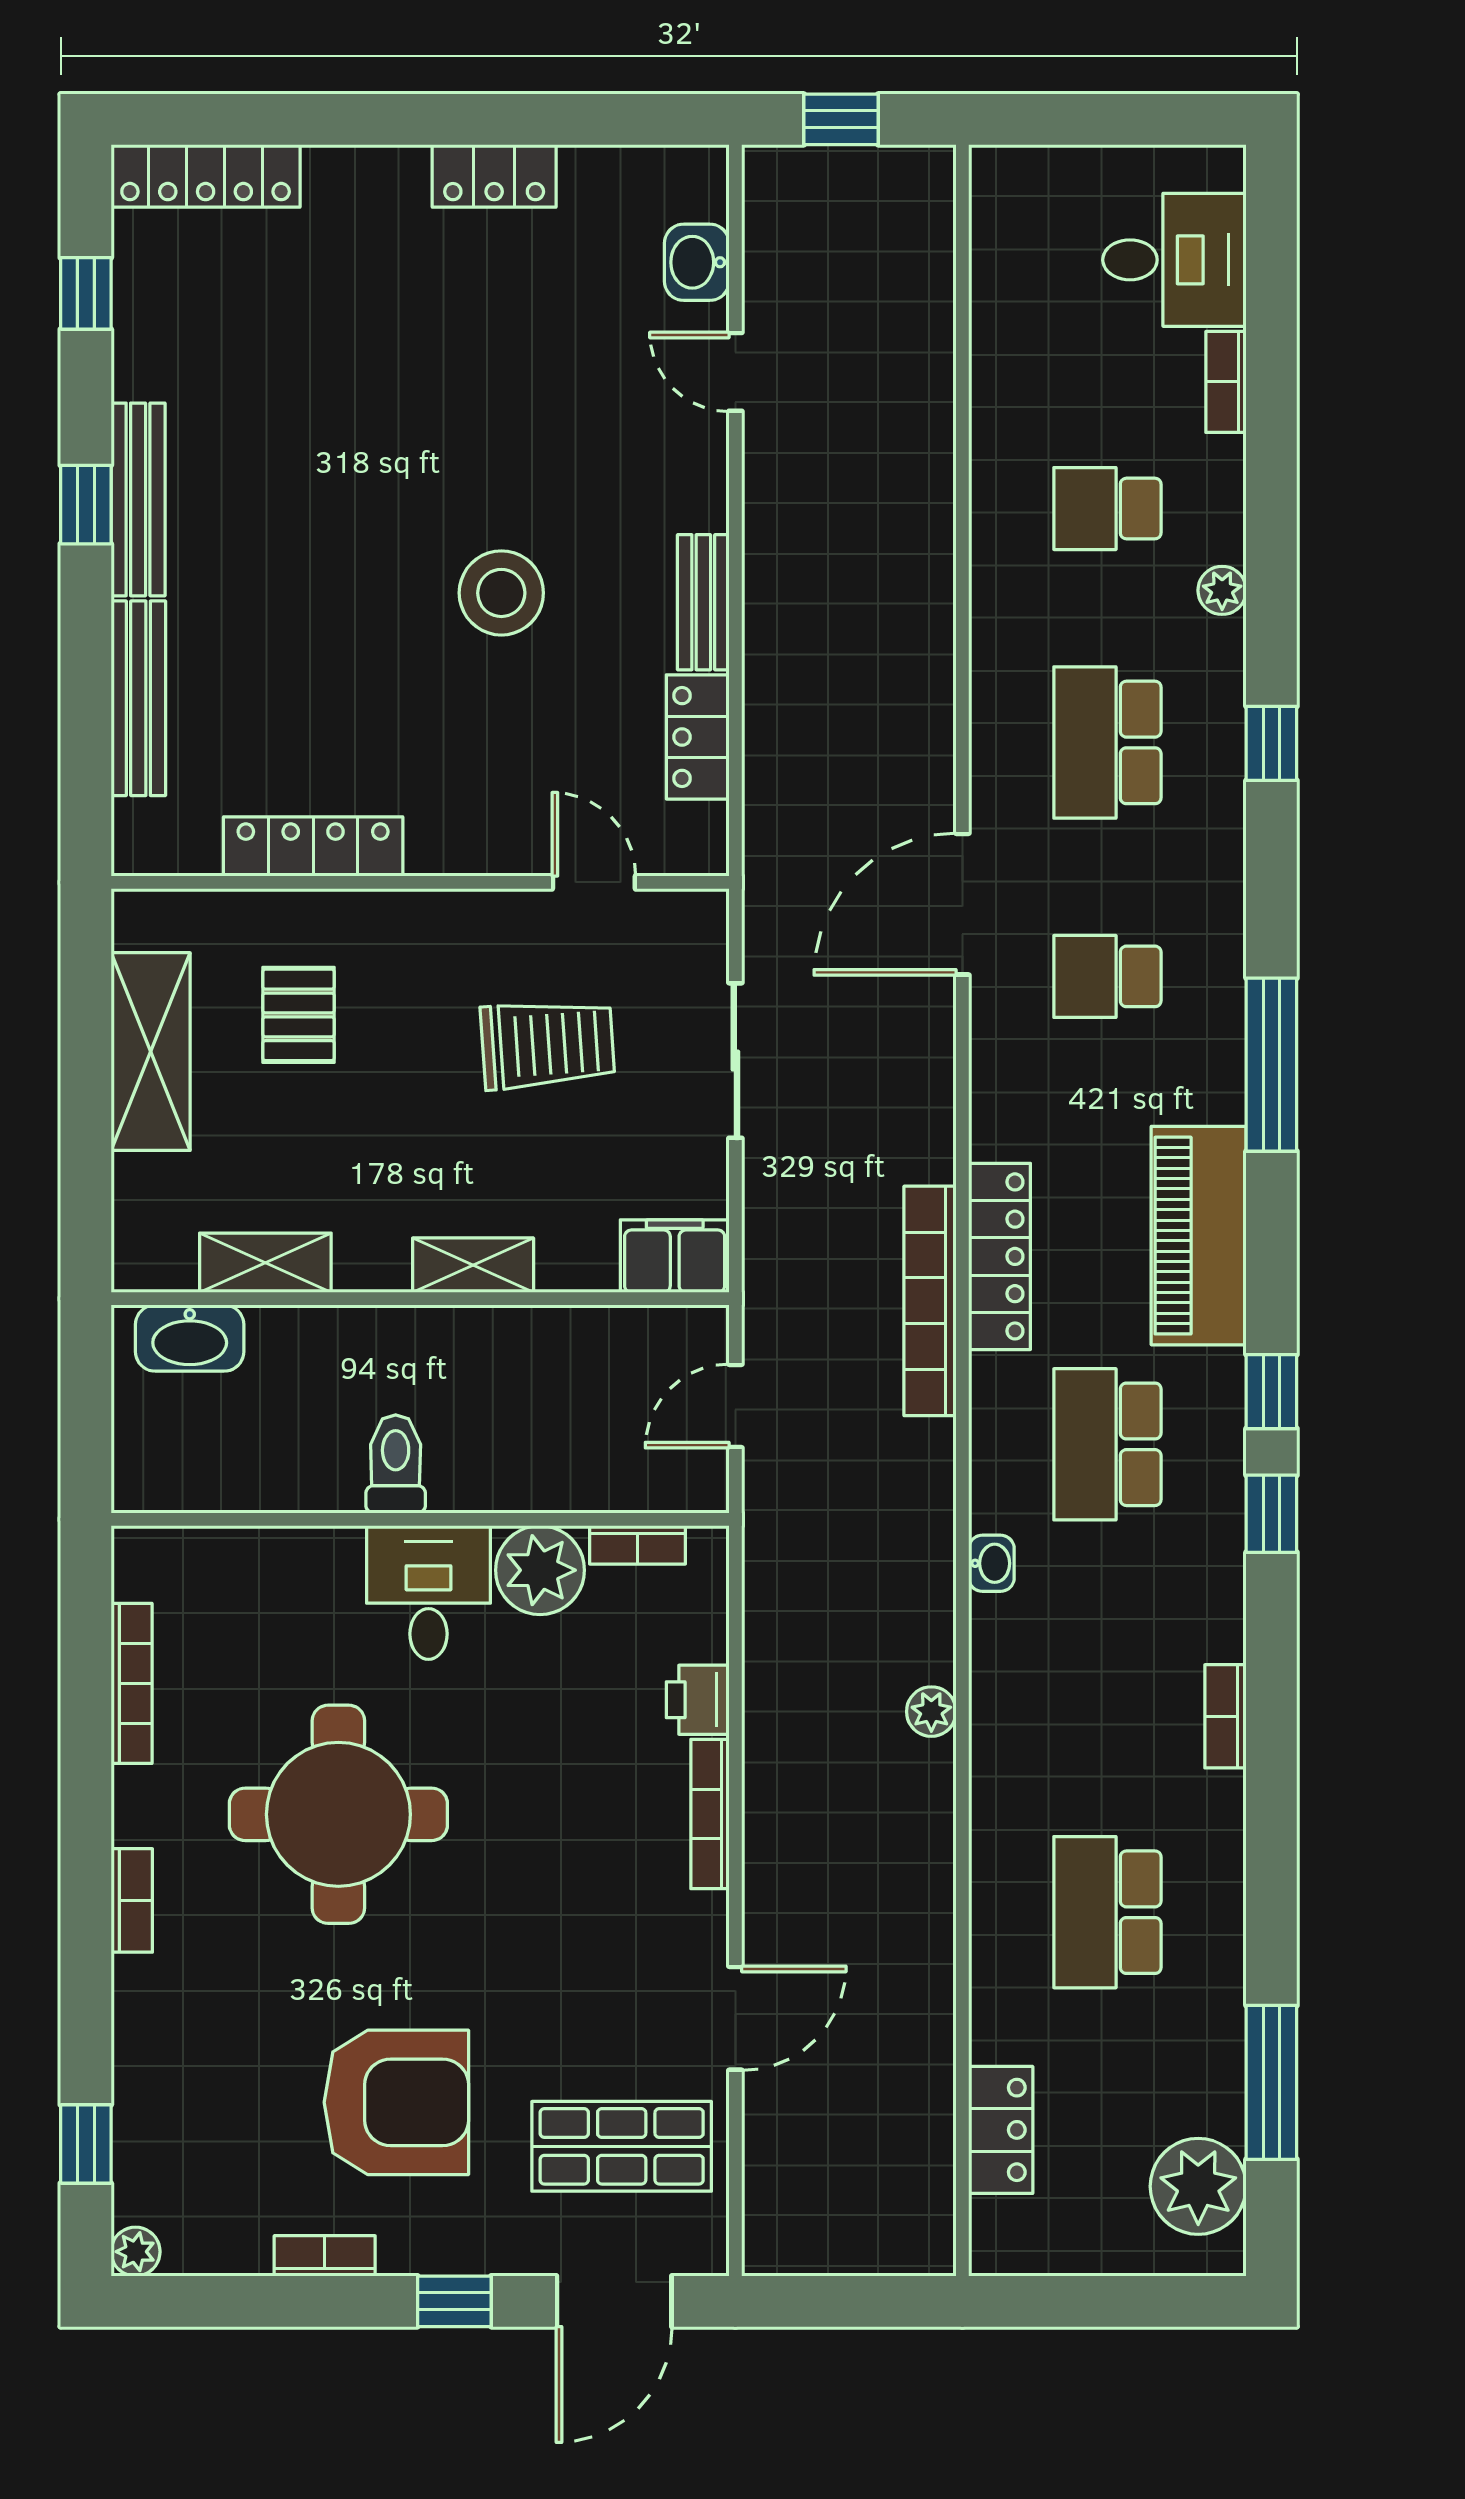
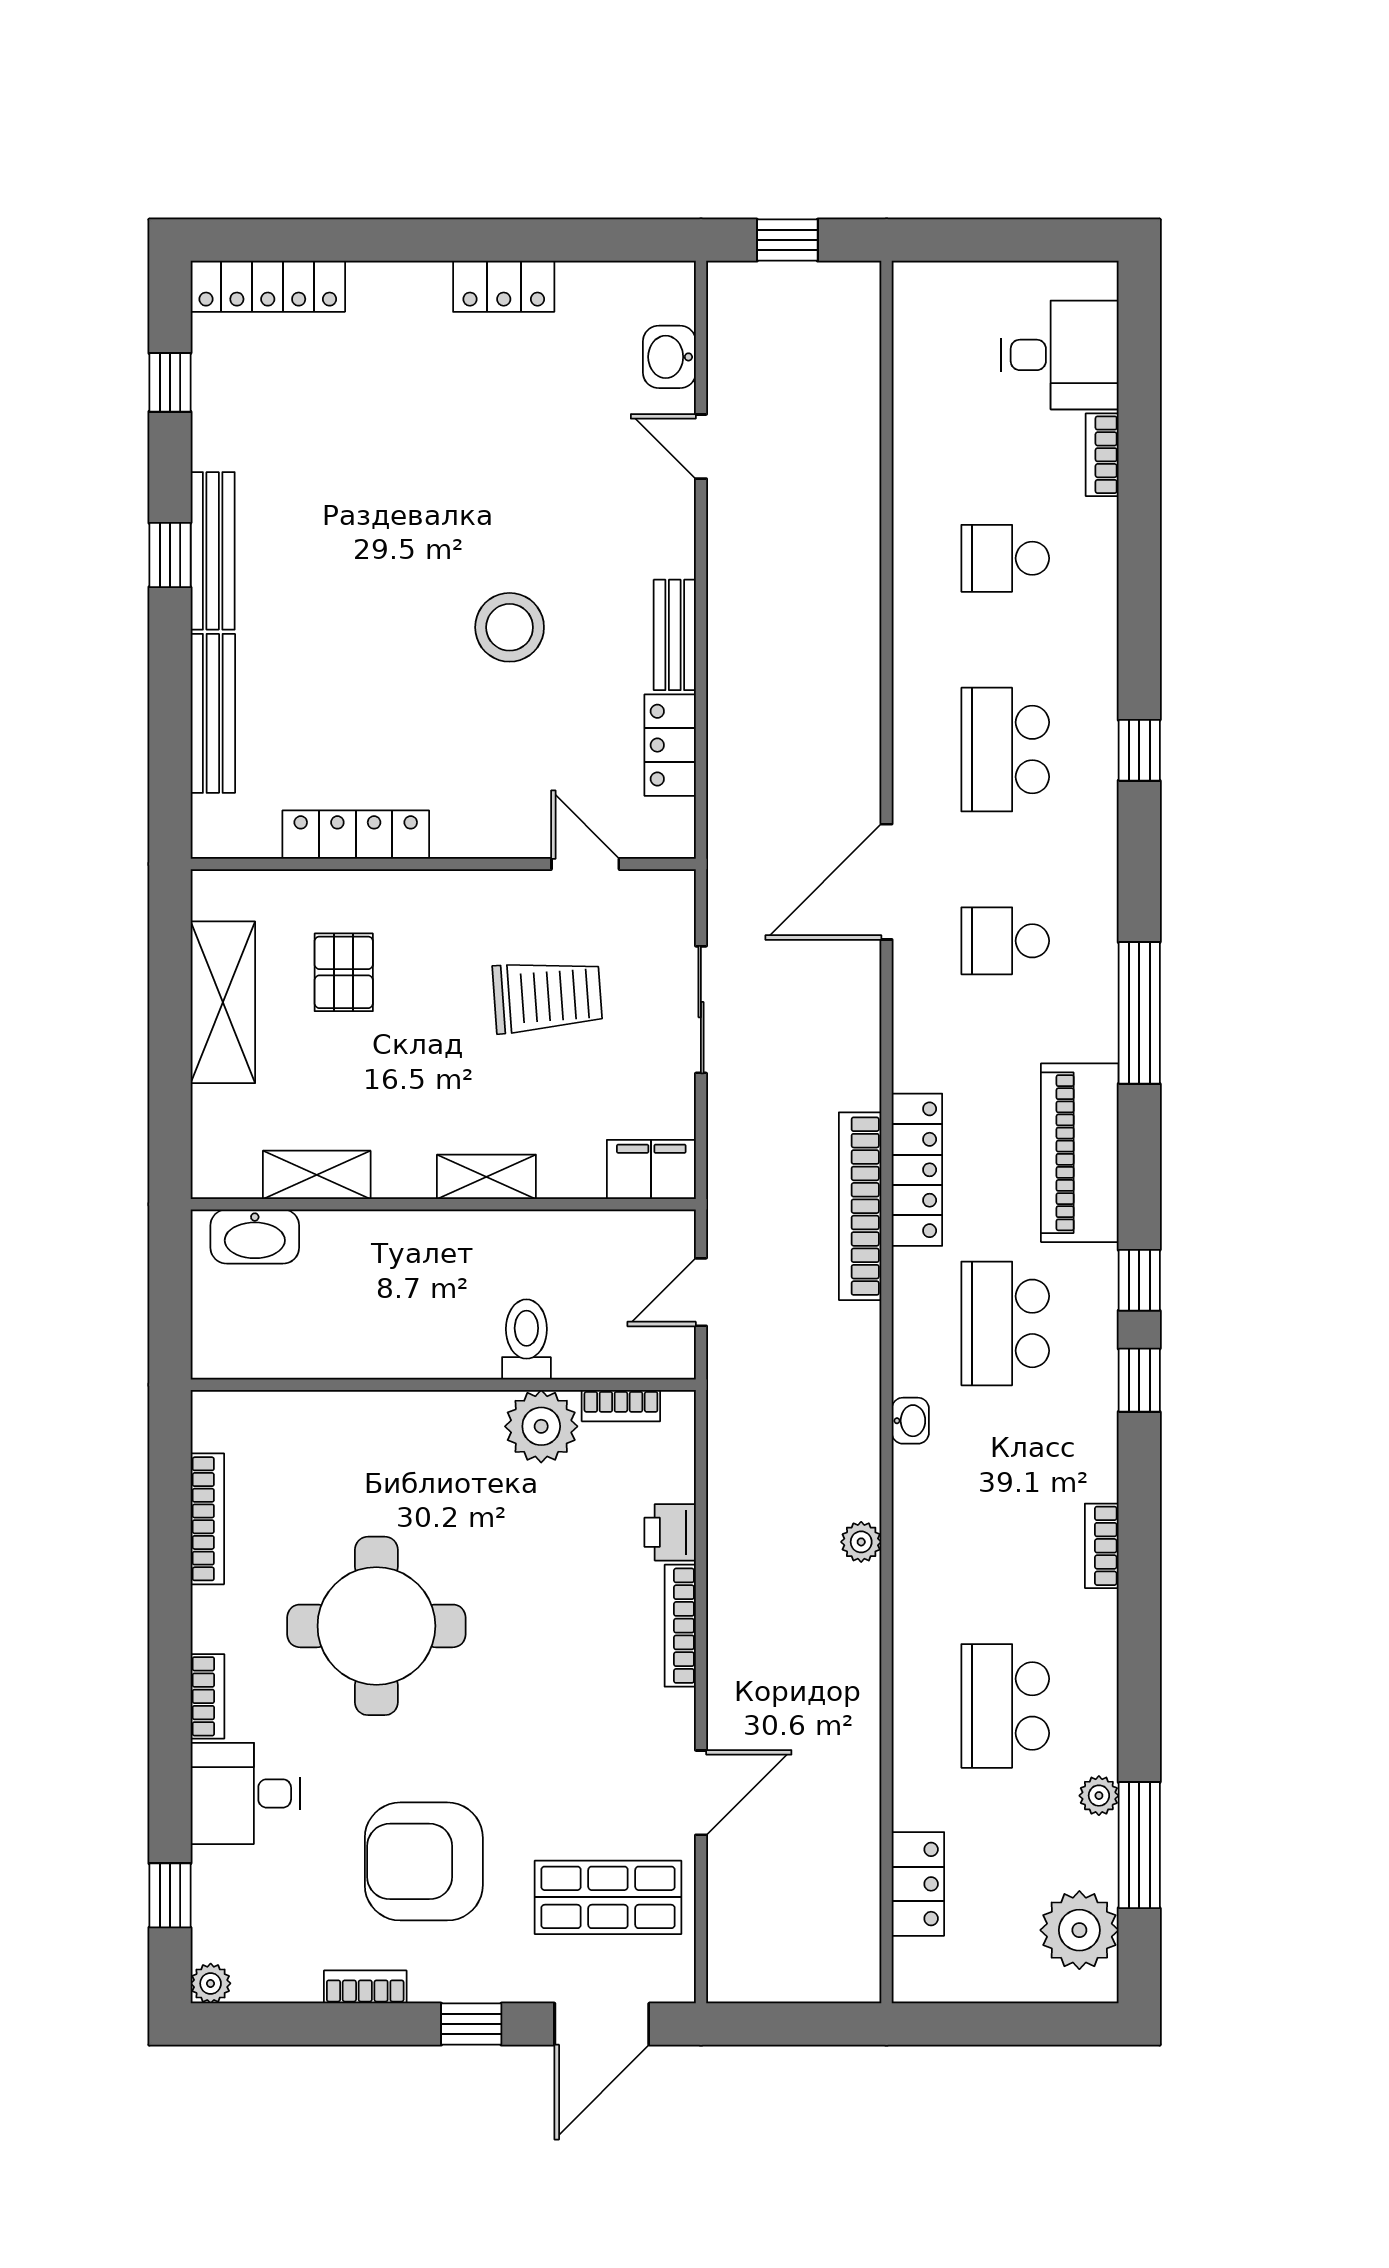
plant: (1222, 590) -> (1099, 1796), moved
toilet: (396, 1464) -> (526, 1339), moved
desk: (428, 1592) -> (245, 1793), moved, turned -90
armchair: (396, 2102) -> (424, 1861), turned 180

